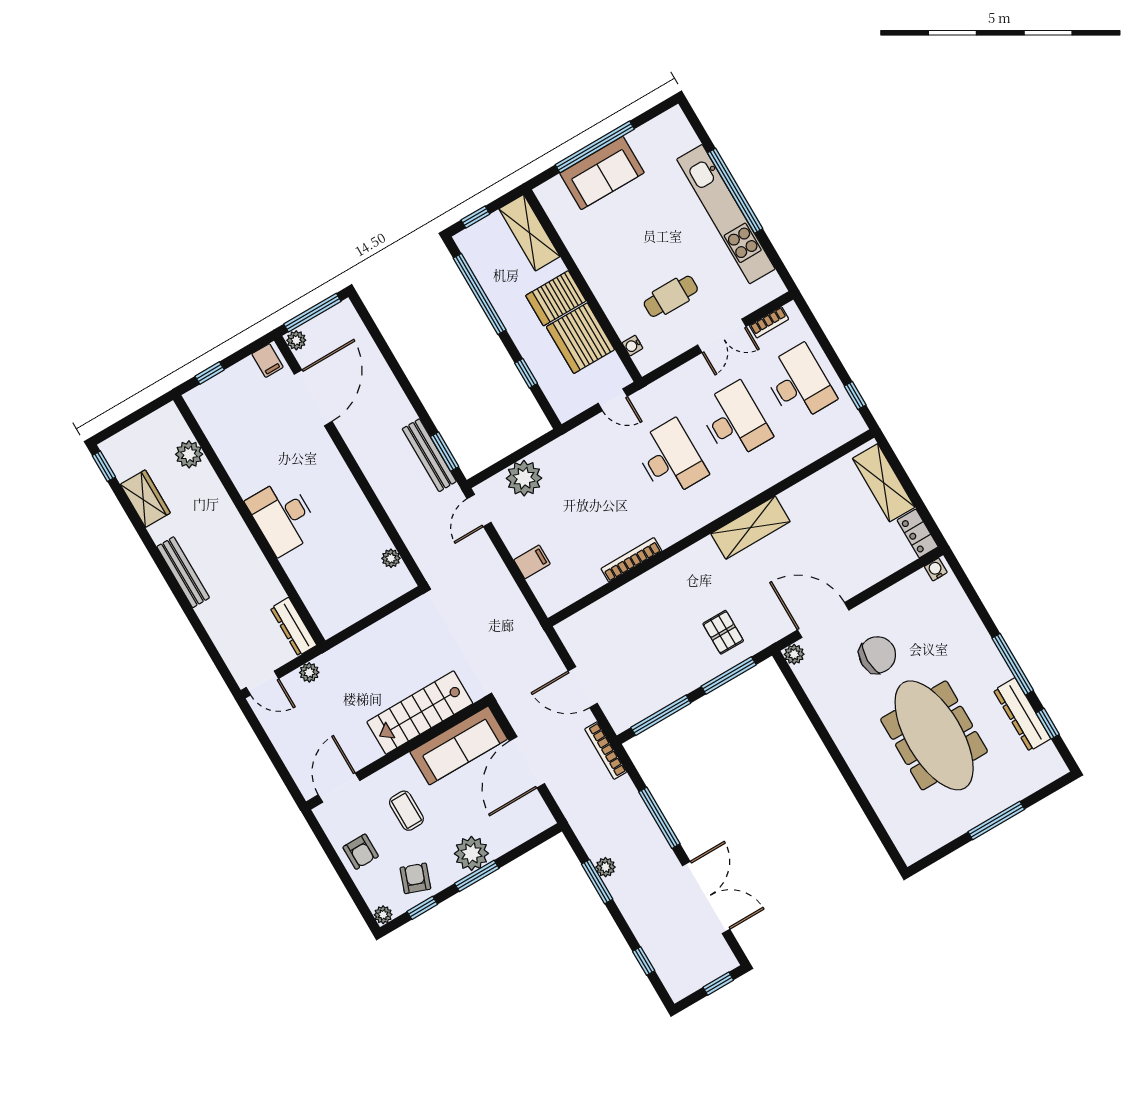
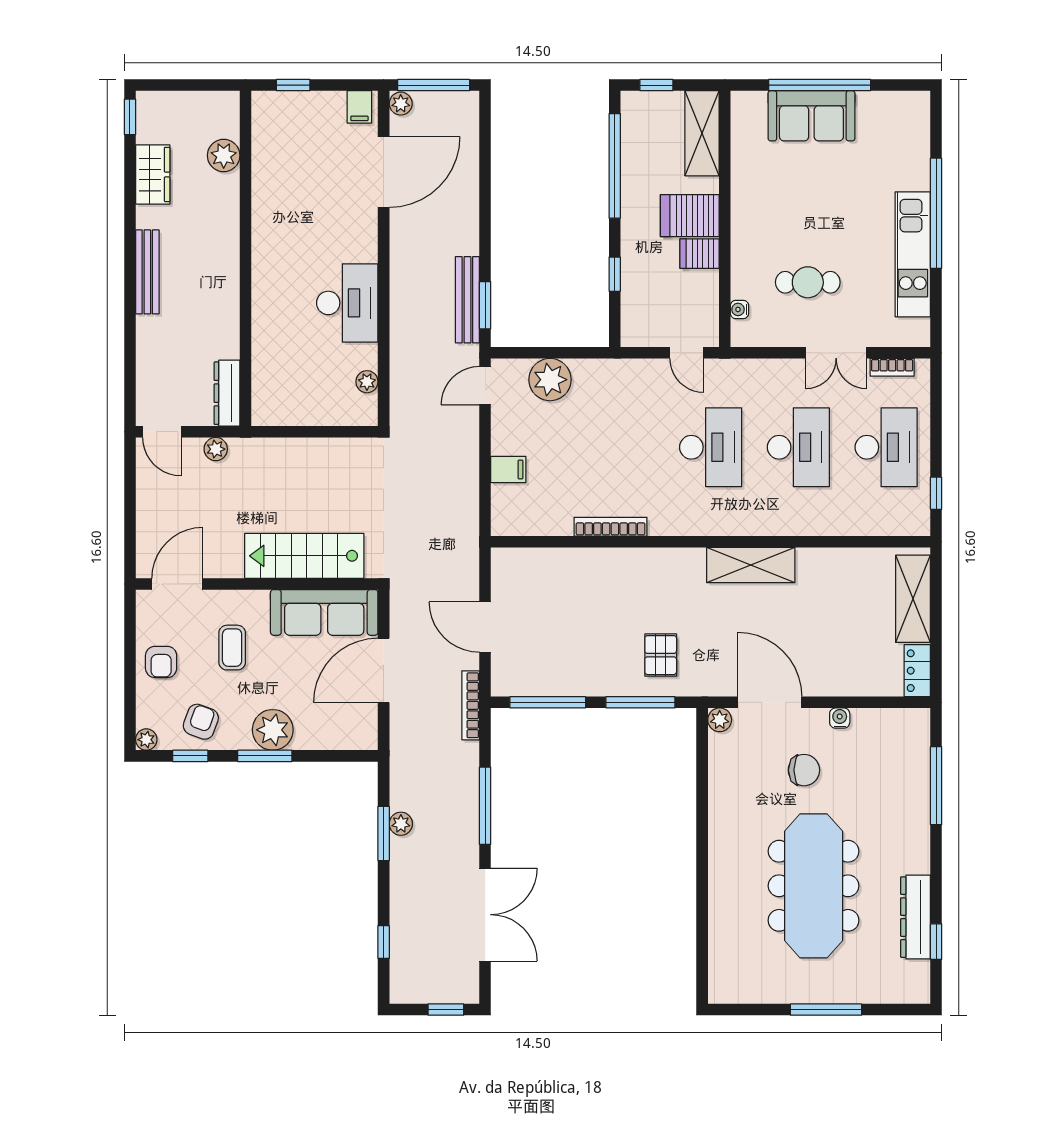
kitchen unit: (726, 214) -> (913, 254), width x0.73
server rack: (580, 338) -> (699, 254), width x0.46, depth x0.70
desk: (283, 517) -> (347, 303), moved, turned 180
water cooler: (936, 569) -> (840, 718), moved
chair: (877, 655) -> (804, 770), width x0.73, depth x0.73
window: (1013, 664) -> (936, 786), moved

